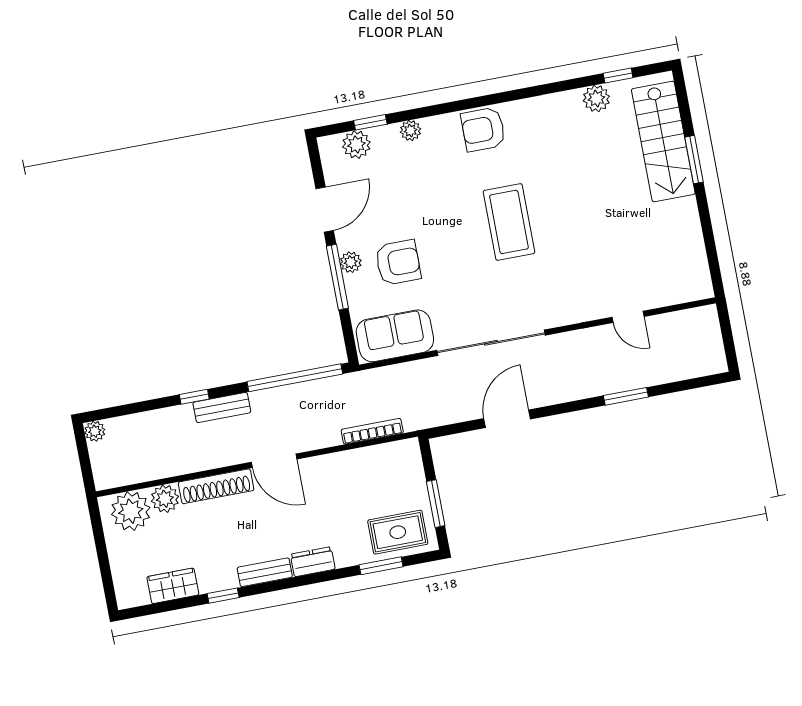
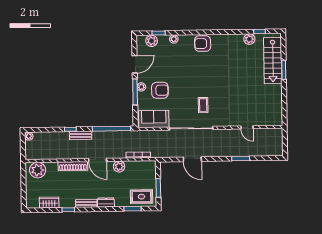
coffee table: (509, 222) -> (203, 105), moved, width x0.54, depth x0.58
door: (507, 419) -> (192, 159), swing flipped
plant: (165, 499) -> (119, 167), moved

